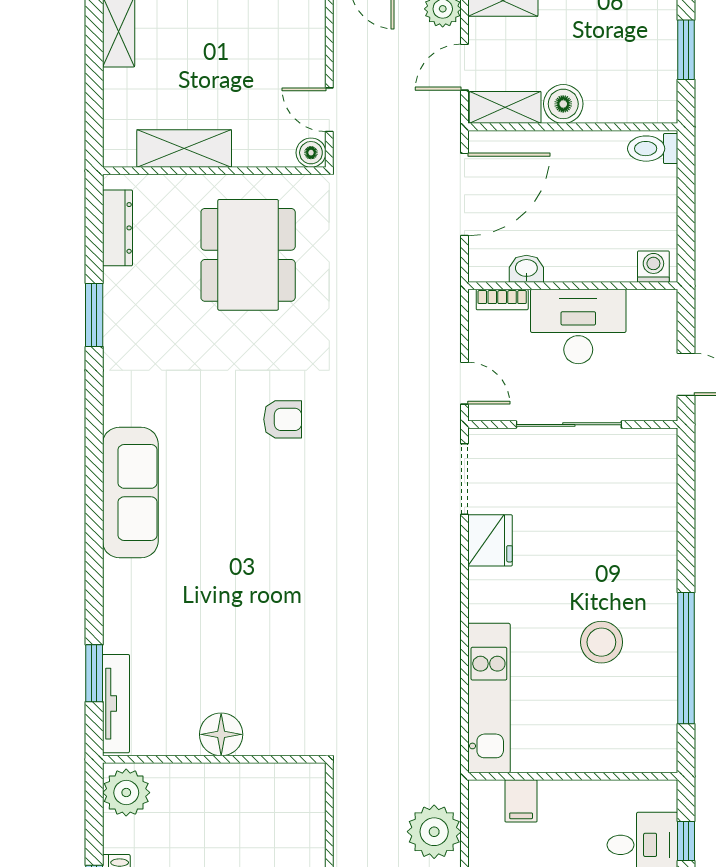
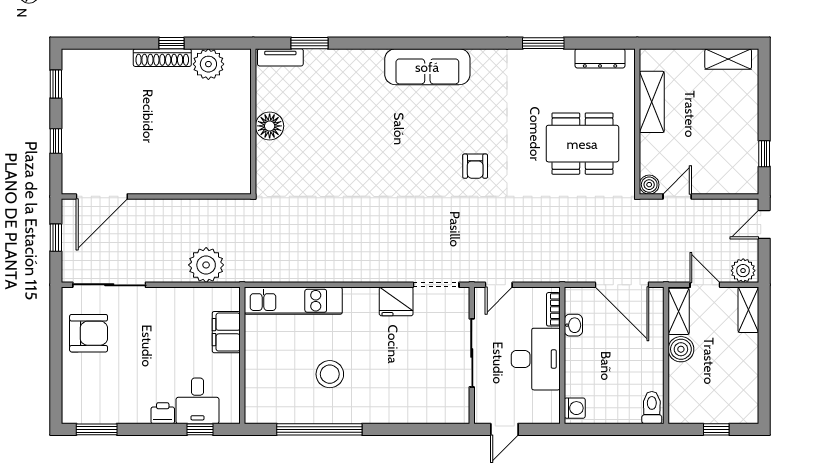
window: (686, 50) -> (716, 429), width x0.67
tv unit: (116, 704) -> (280, 57), width x0.71
plant: (126, 793) -> (208, 64), moved
filing cabinet: (521, 801) -> (226, 332), width x2.00

